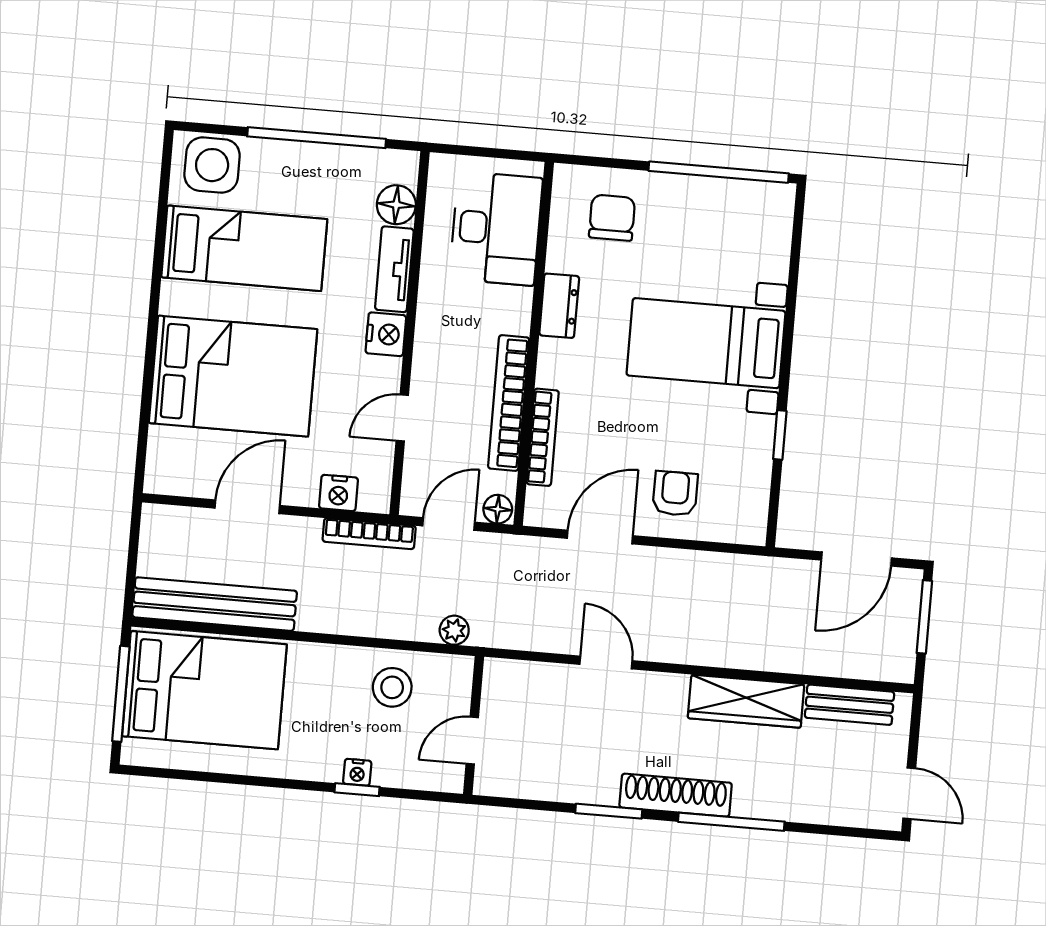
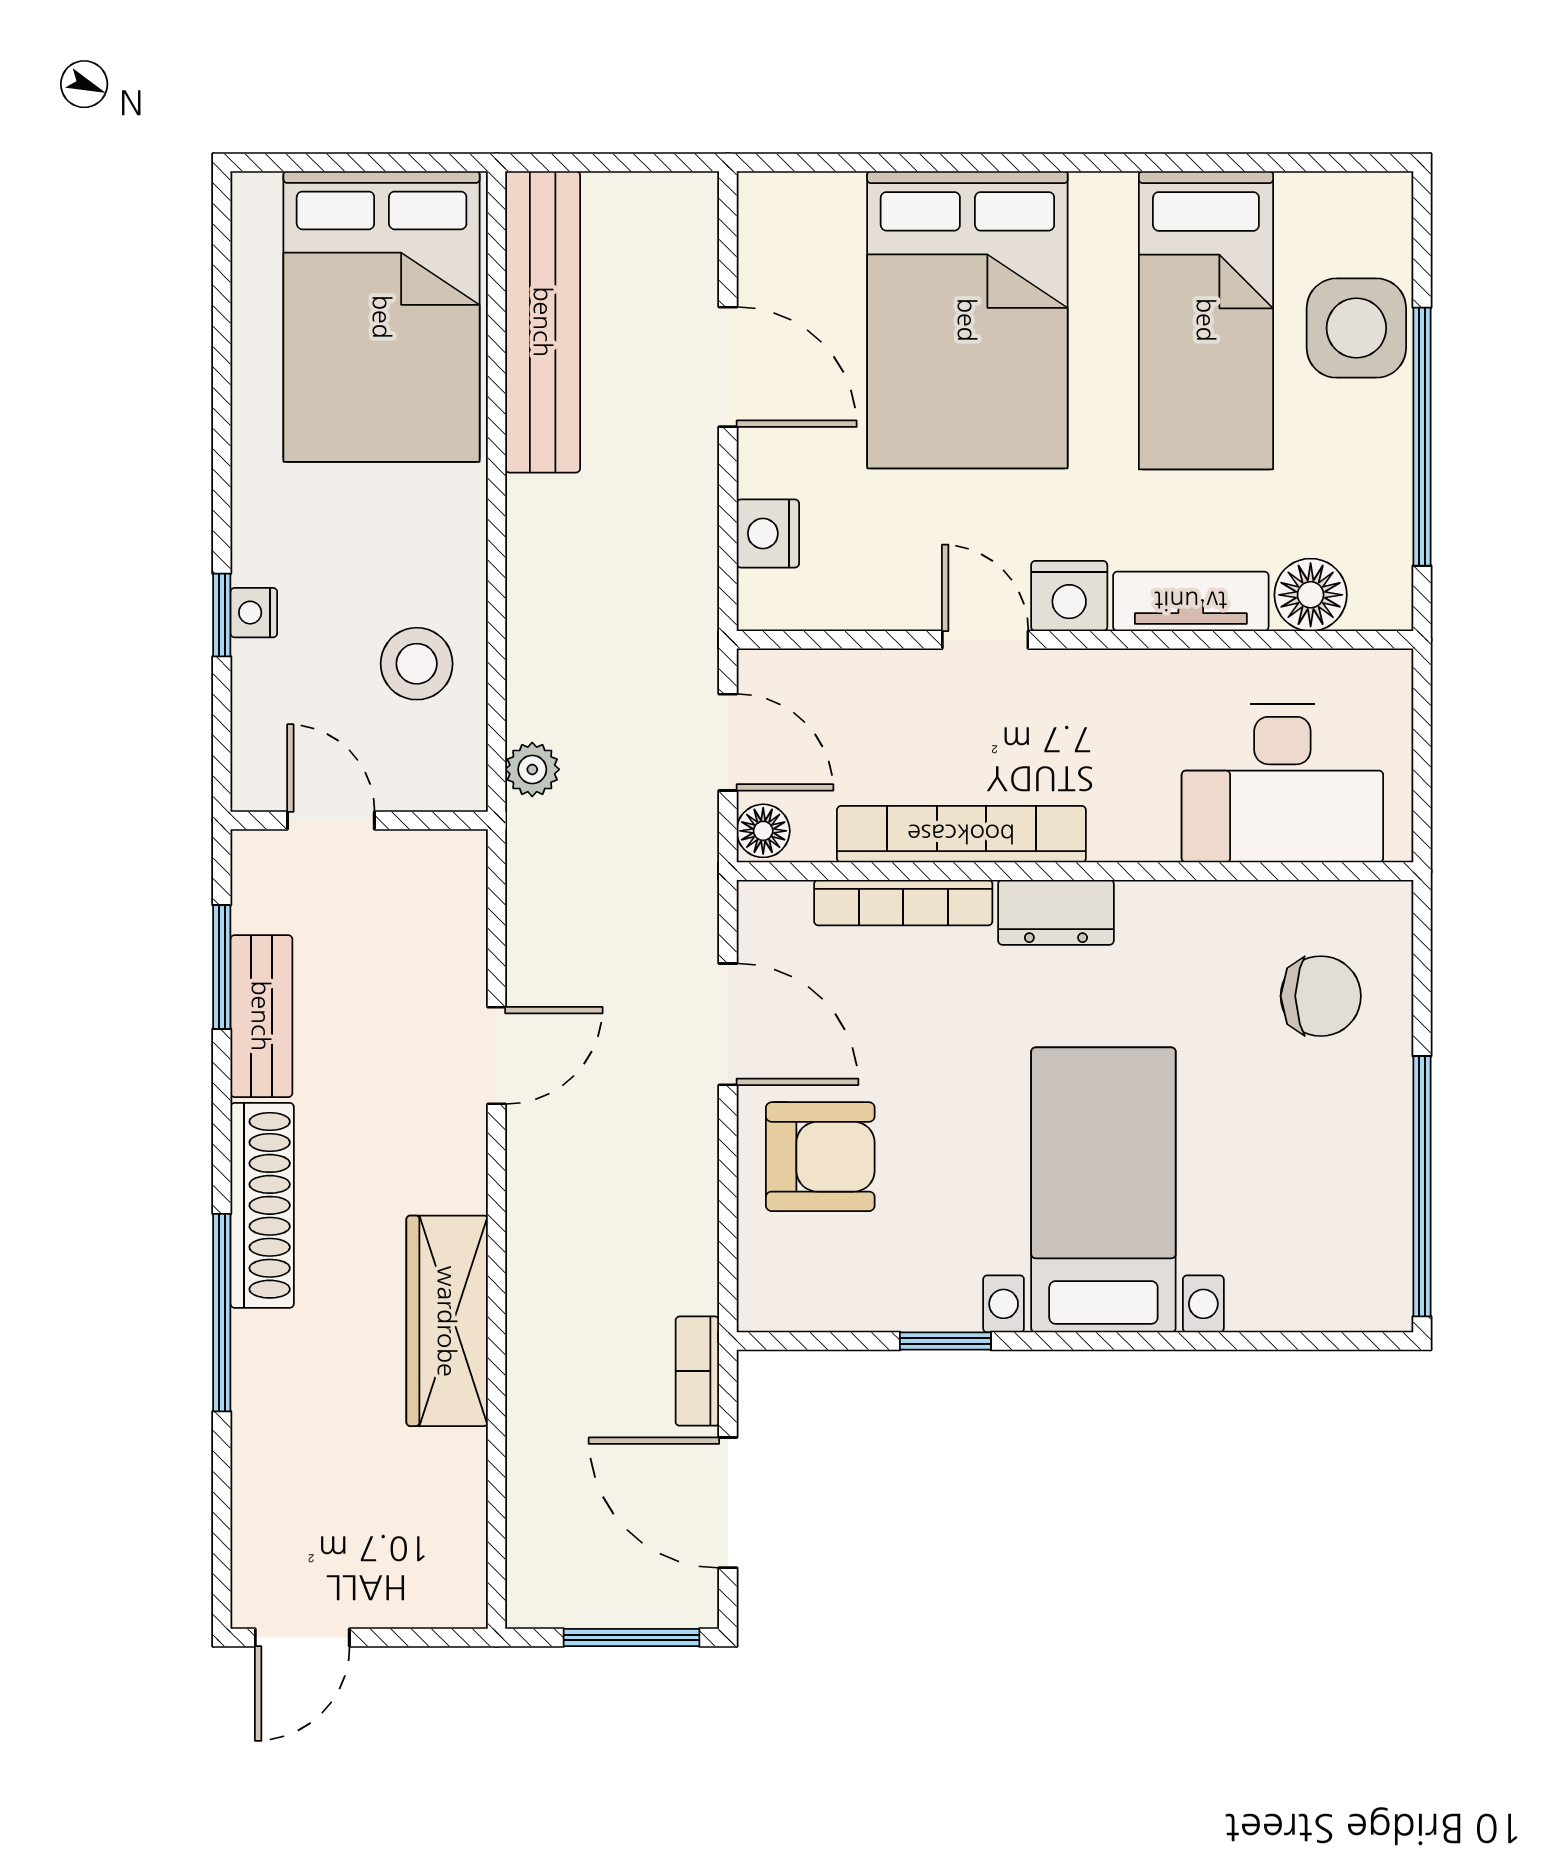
side table: (212, 165) -> (1356, 328), moved
dresser: (559, 306) -> (1056, 912), moved
door: (402, 418) -> (985, 640), moved
armchair: (675, 494) -> (820, 1157), width x1.38, depth x1.38
bookcase: (369, 534) -> (697, 1371), moved, width x0.64
window: (121, 694) -> (362, 163), removed
bench: (849, 705) -> (261, 1016), moved
window: (609, 811) -> (222, 967), moved

